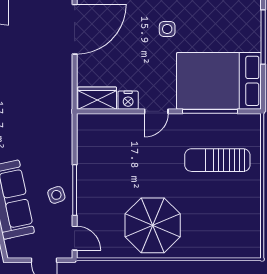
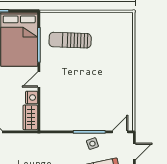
door: (156, 111) -> (39, 79), swing flipped
sun lounger: (217, 160) -> (70, 40), turned 92
parasol: (153, 225) -> (112, 82), removed

